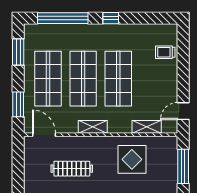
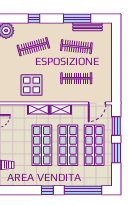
window: (18, 52) -> (116, 153), moved
shelving: (147, 127) -> (38, 109), moved
door: (44, 135) -> (97, 103), hinge flipped

